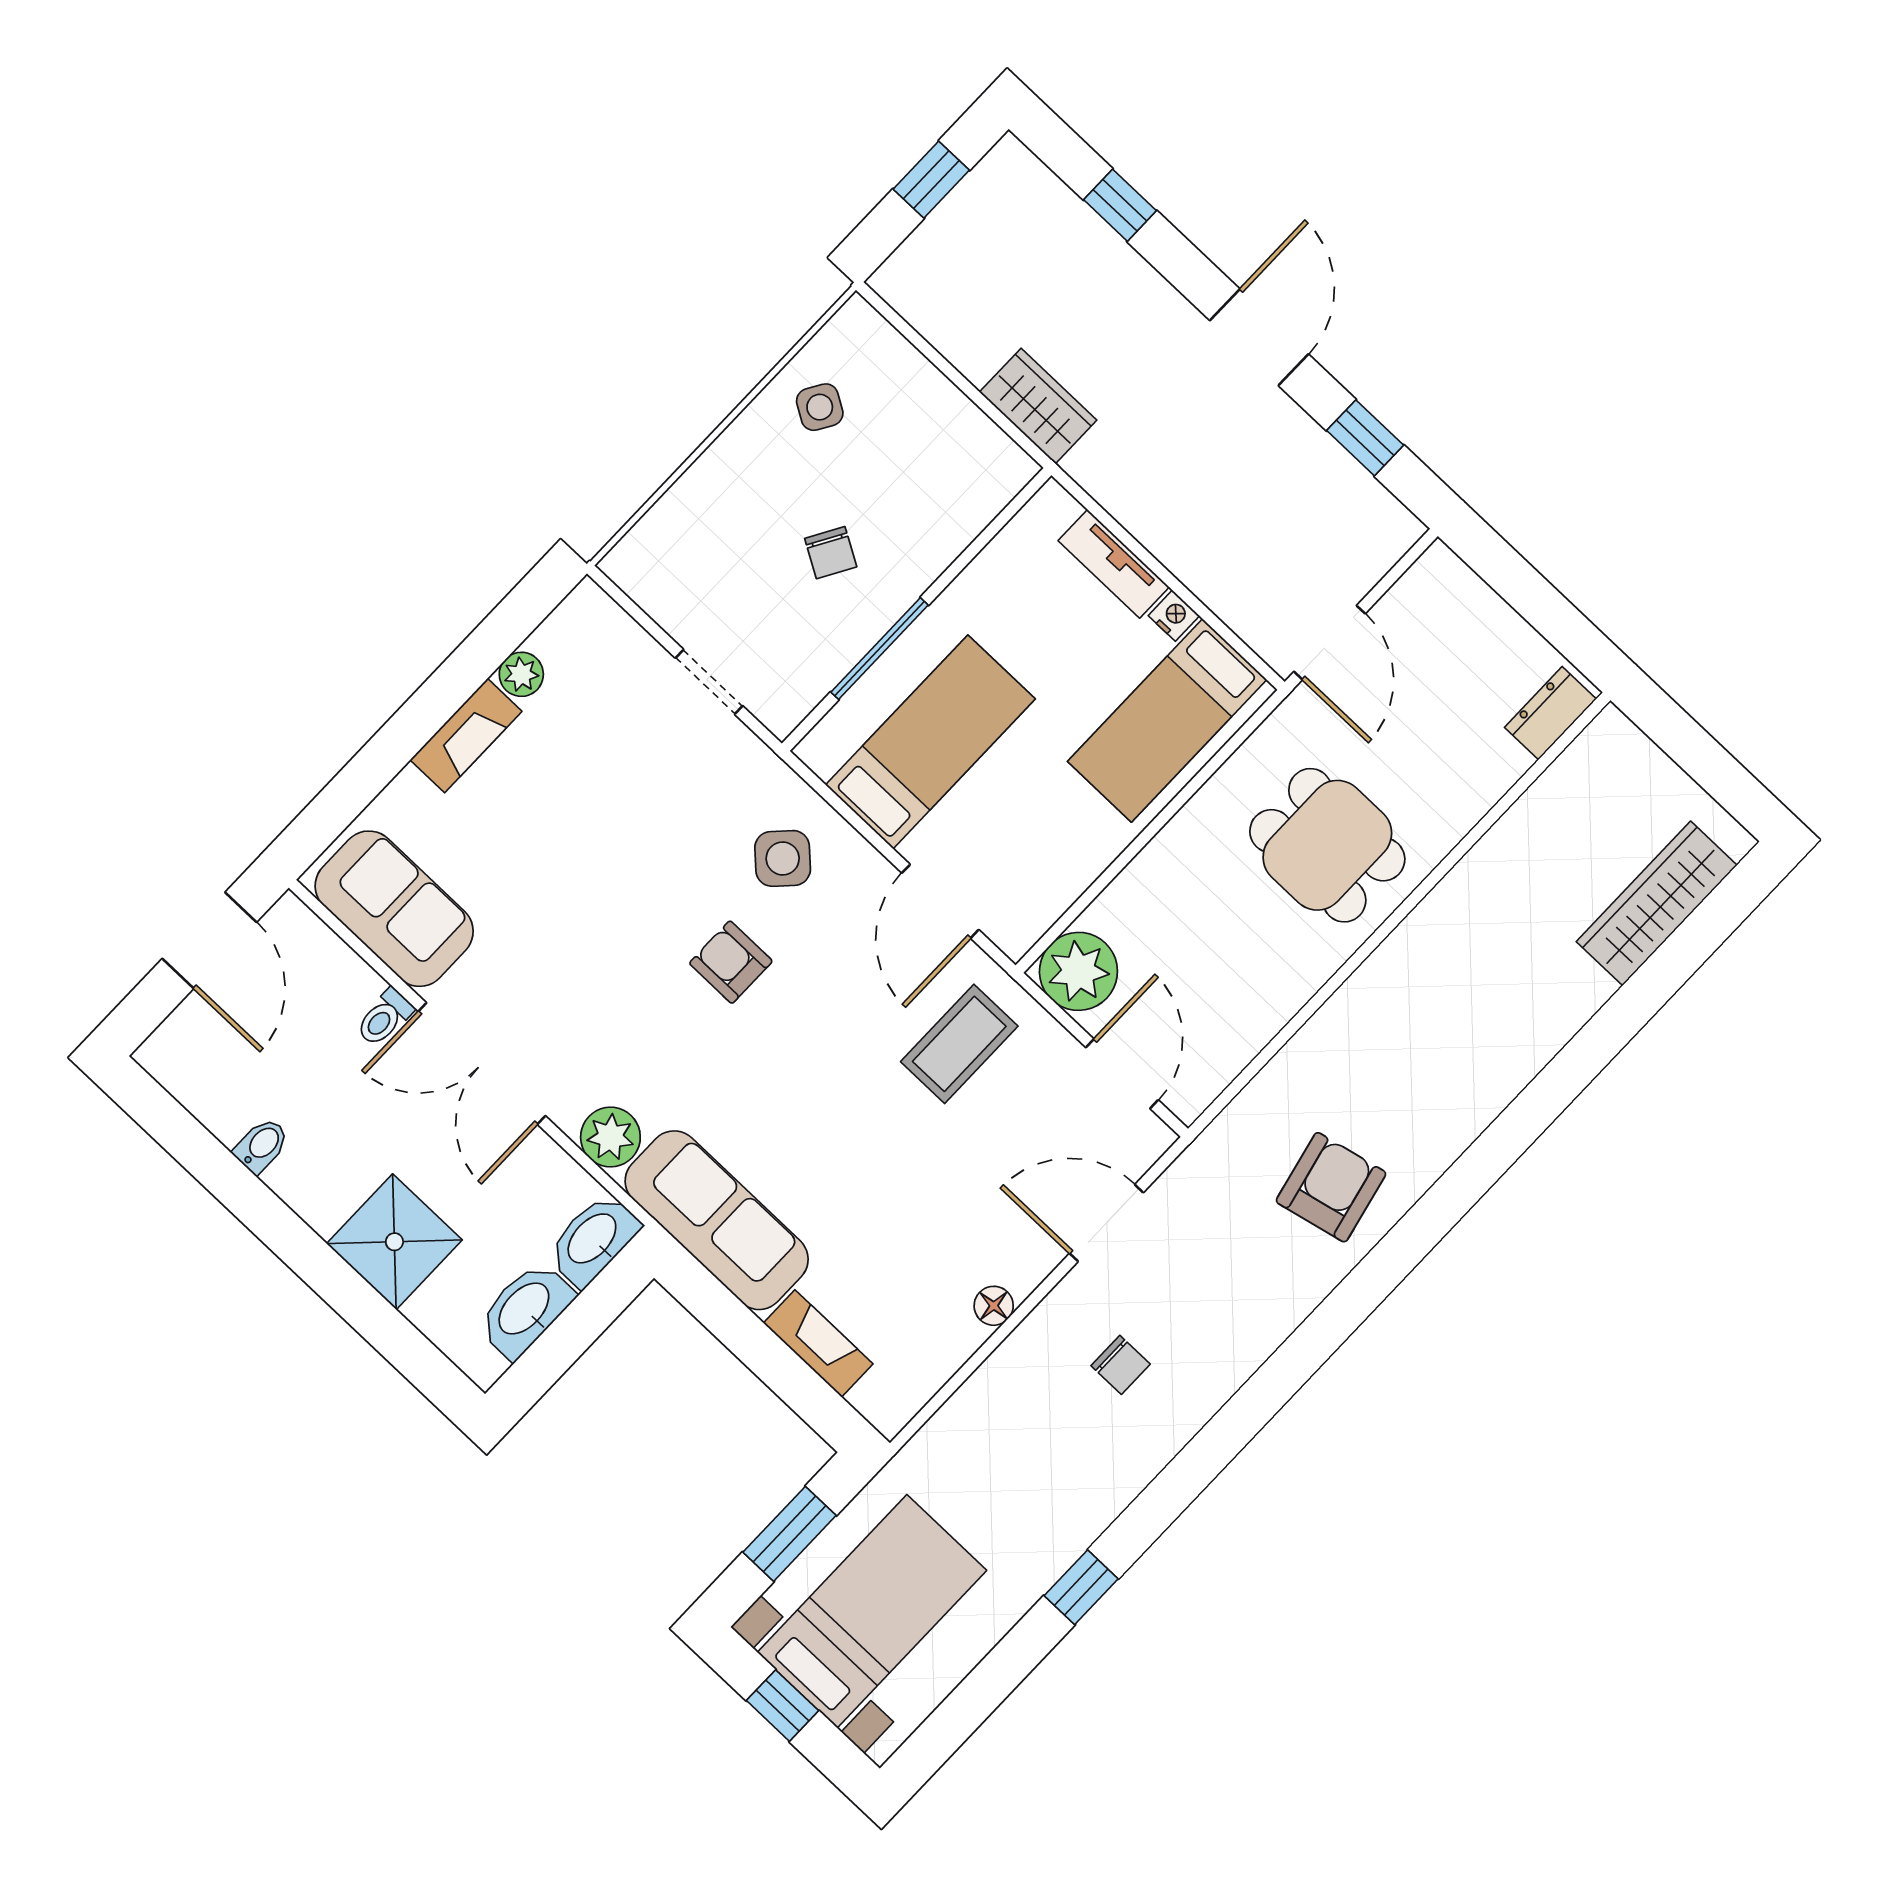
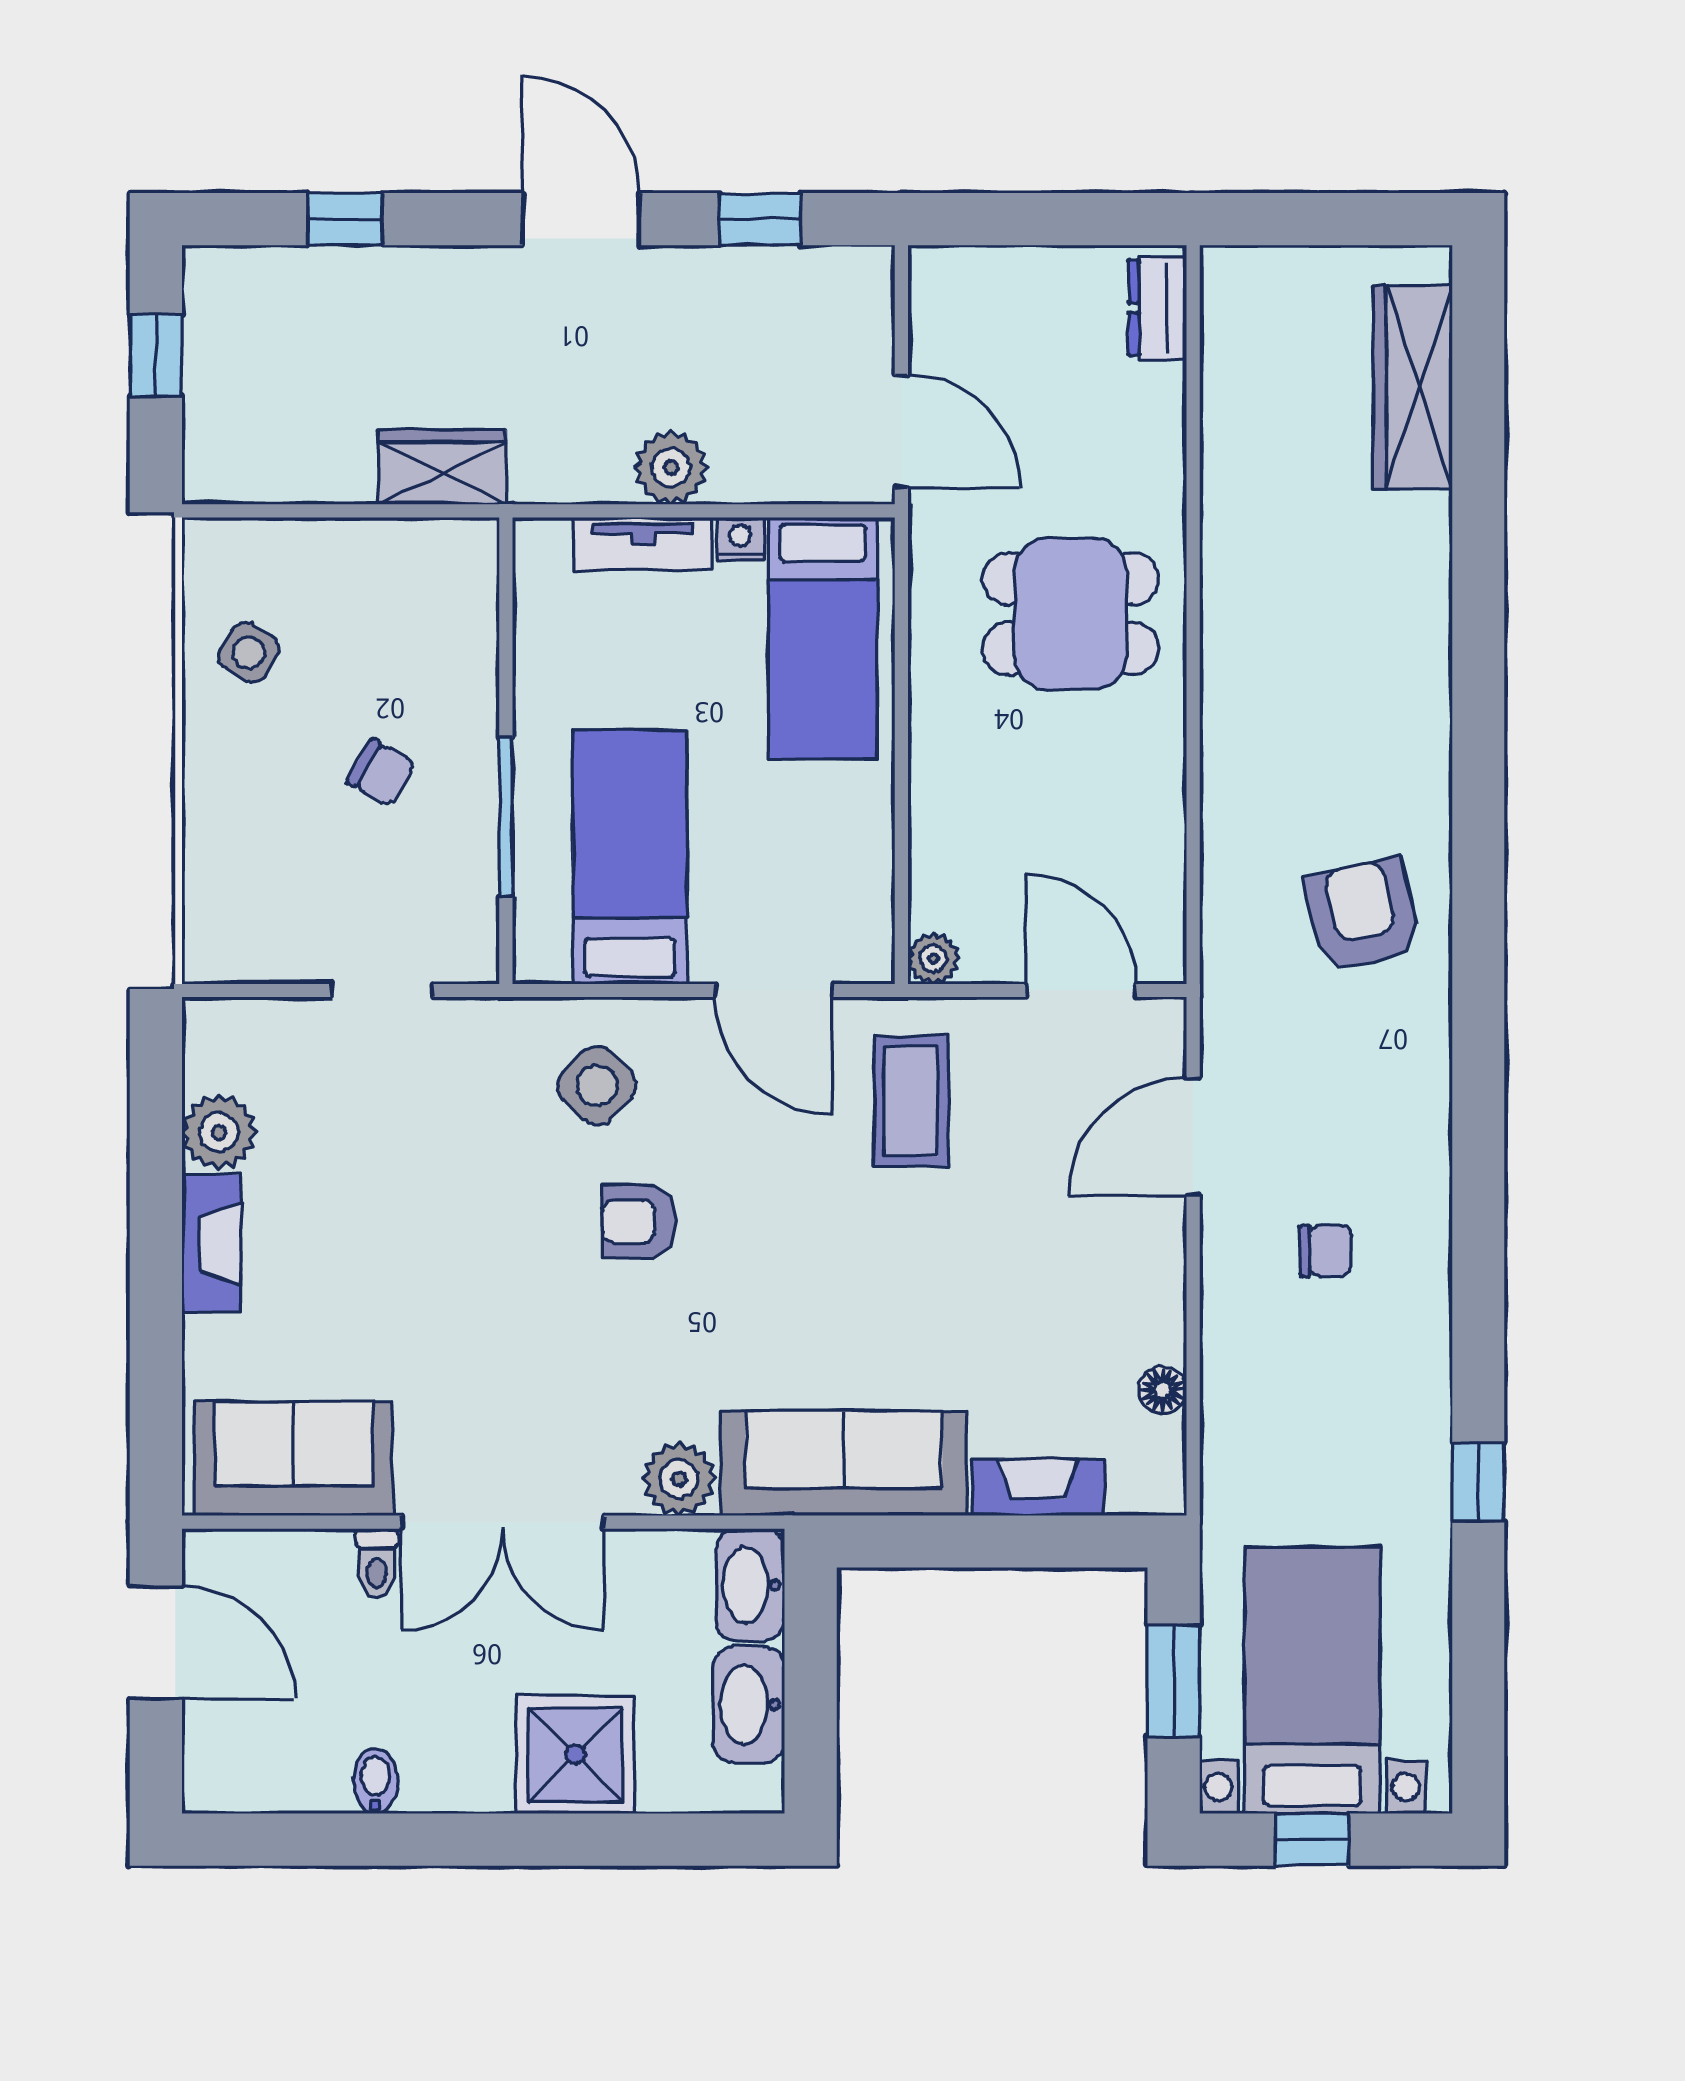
plant: (1173, 535) -> (671, 468), added
plant: (521, 674) -> (219, 1132), width x1.38, depth x1.38
plant: (1078, 971) -> (933, 958), width x0.53, depth x0.53
floor lamp: (994, 1306) -> (1163, 1390), moved

